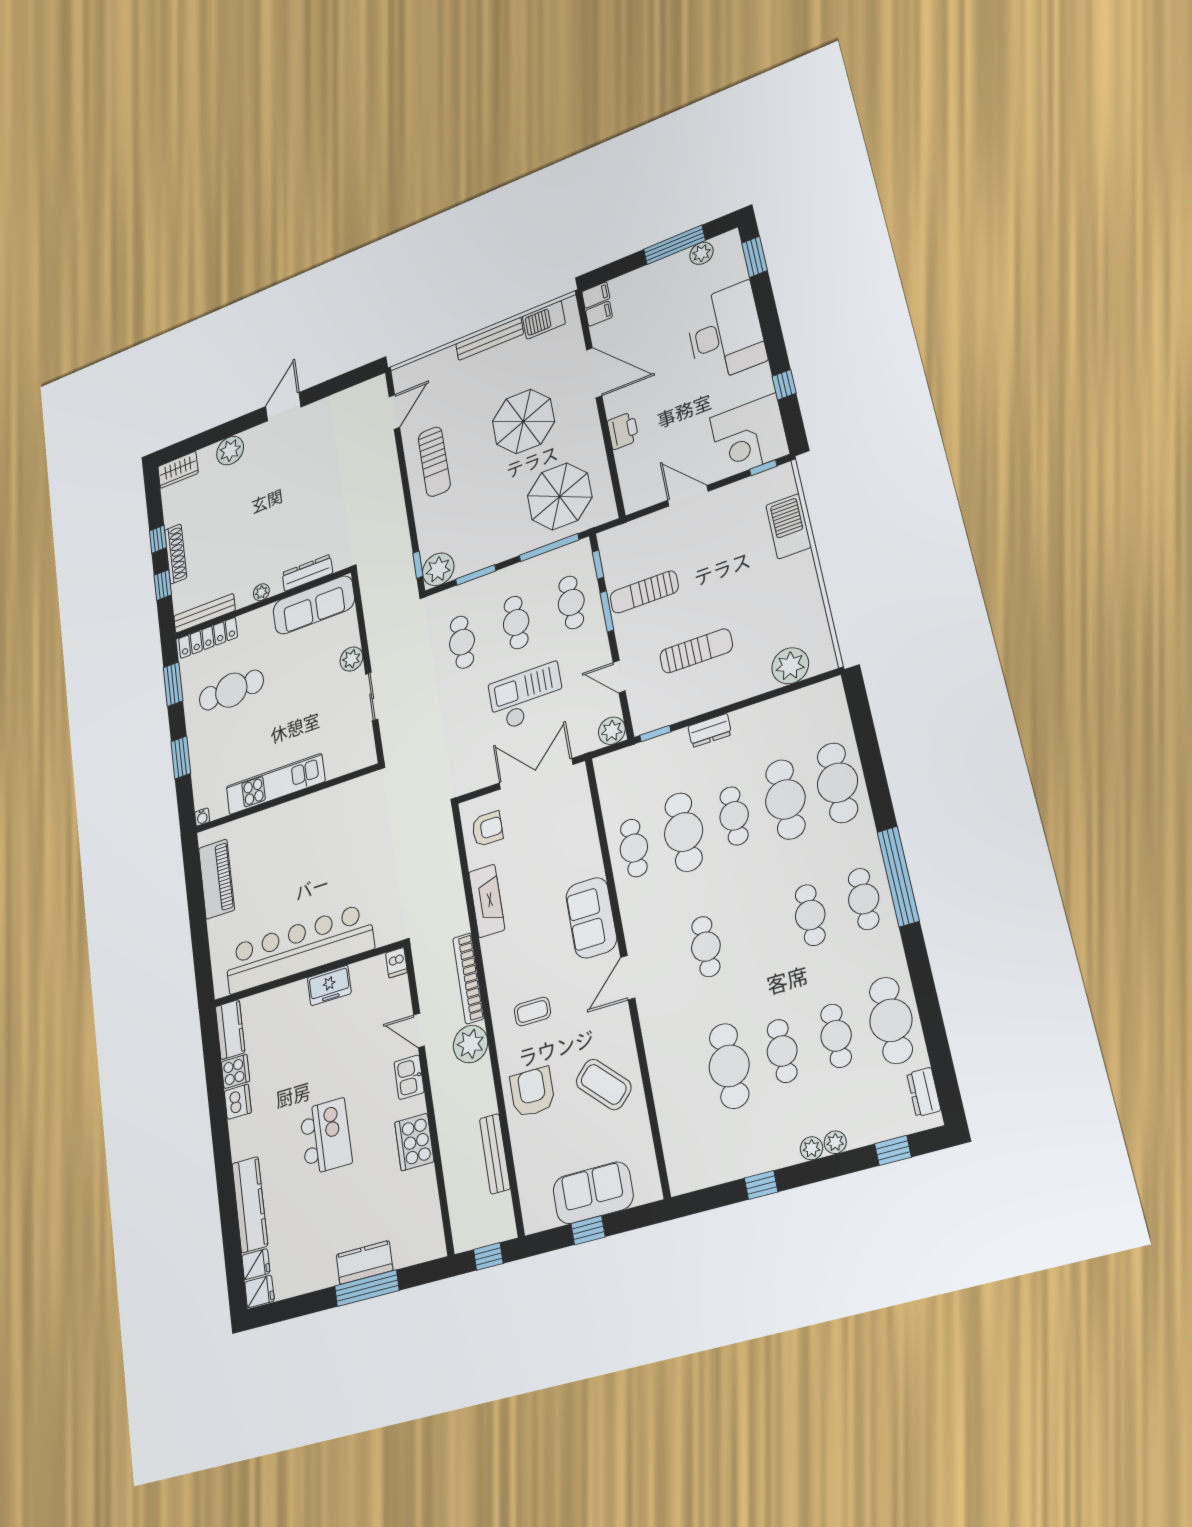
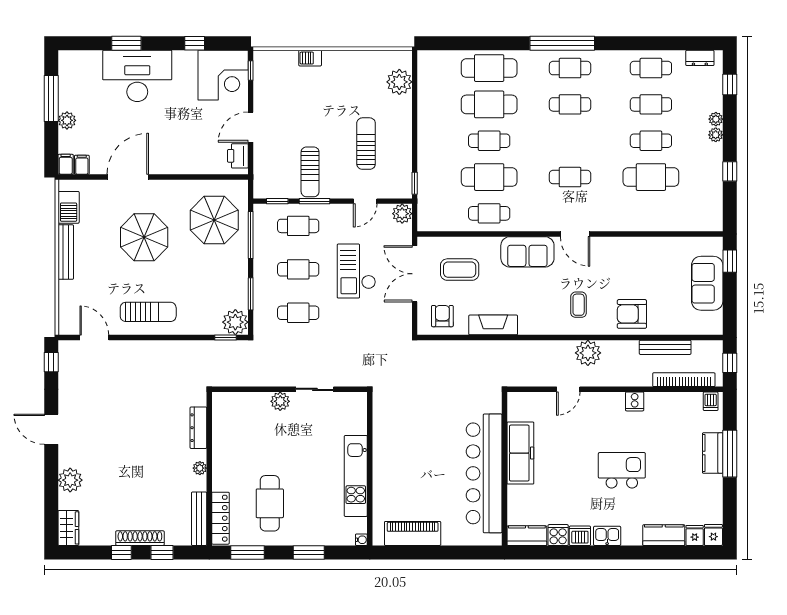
plant: (701, 253) -> (67, 120), moved
window: (754, 257) -> (126, 43), moved
window: (359, 375) -> (51, 362), added
printer: (623, 431) -> (238, 156), moved, turned -90
barbecue: (788, 526) -> (310, 58), width x0.53, depth x0.65
sofa: (314, 605) -> (226, 426), removed
dresser: (710, 731) -> (425, 145), removed
dishwasher: (396, 963) -> (711, 401), moved, turned 90
bookcase: (468, 978) -> (684, 380), moved, turned 180
freezer: (329, 986) -> (520, 453), width x1.91, depth x1.26
cafe table: (891, 1020) -> (651, 68), width x0.73, depth x0.74
kitchen sink: (409, 1077) -> (607, 536), moved, turned 180
coffee table: (604, 1084) -> (460, 270), moved, turned 45
cooker: (414, 1142) -> (635, 401), width x0.53, depth x0.76
kitchen counter: (250, 1205) -> (664, 535), width x0.67
window: (588, 1230) -> (730, 261), moved

